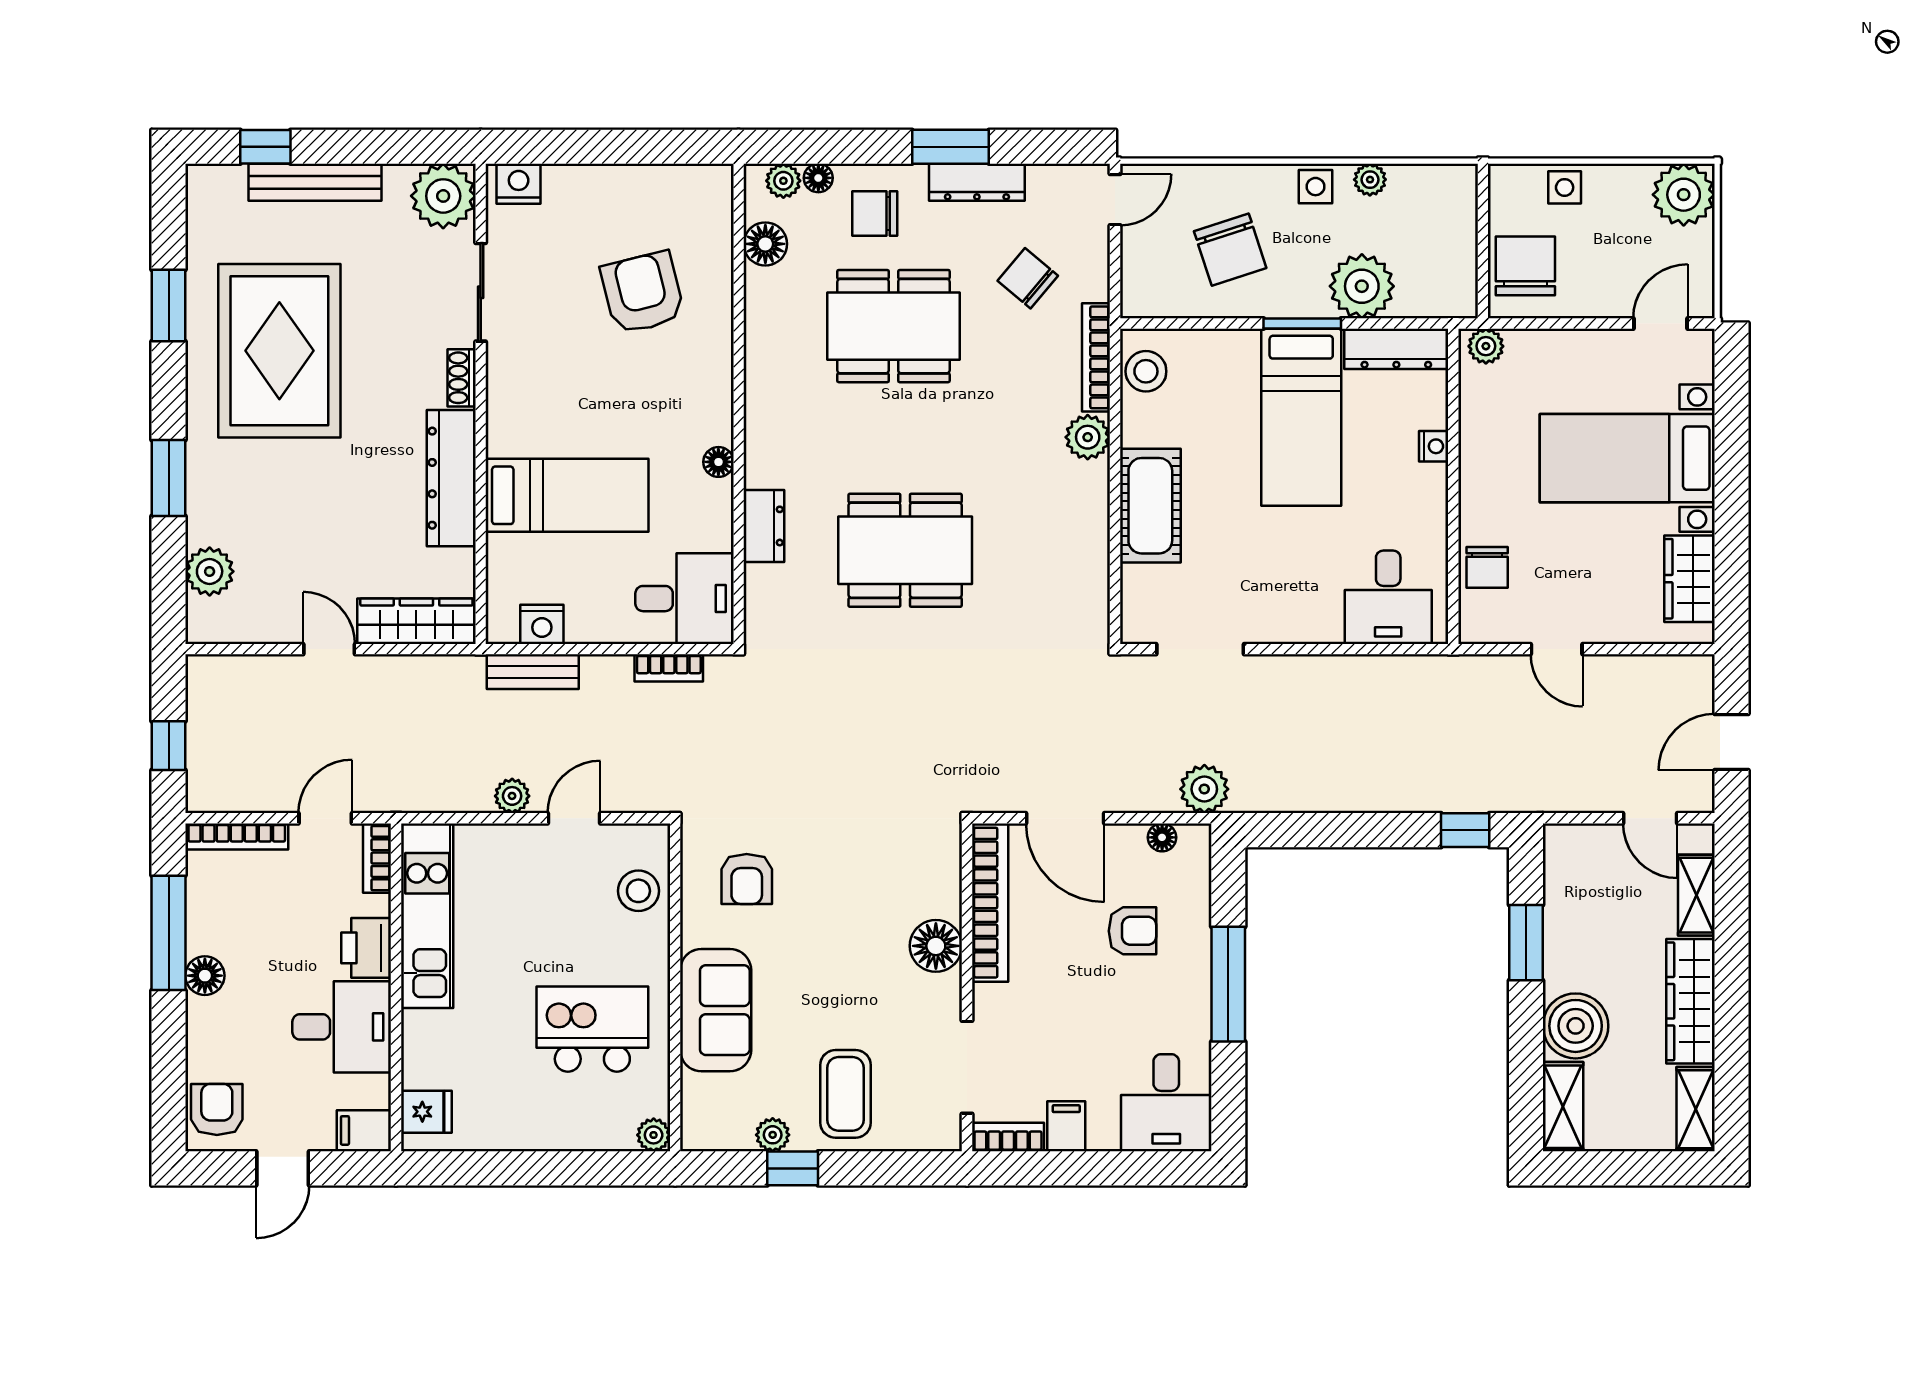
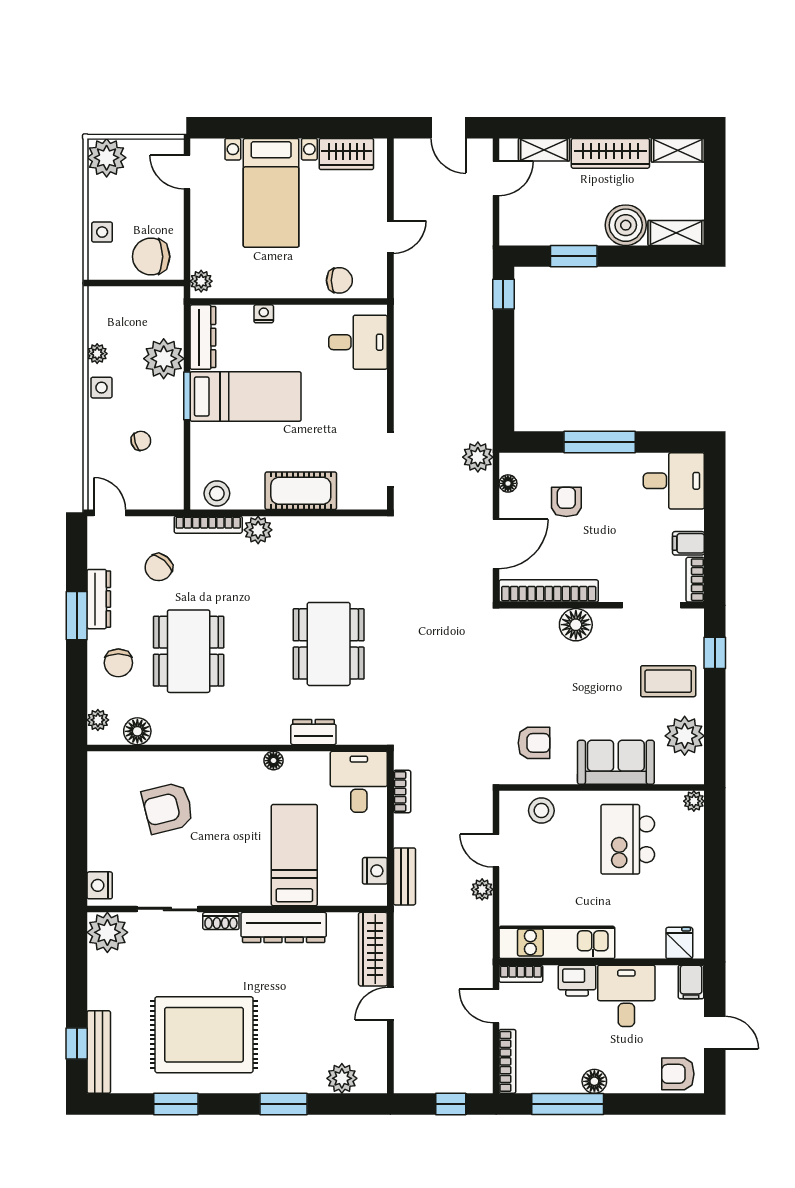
floor lamp: (818, 178) -> (96, 698), removed
bench: (315, 182) -> (99, 1052), moved
chair: (1230, 250) -> (141, 441), width x0.54, depth x0.54
plant: (773, 1135) -> (685, 736), width x1.87, depth x1.87
window: (793, 1168) -> (715, 653), moved

